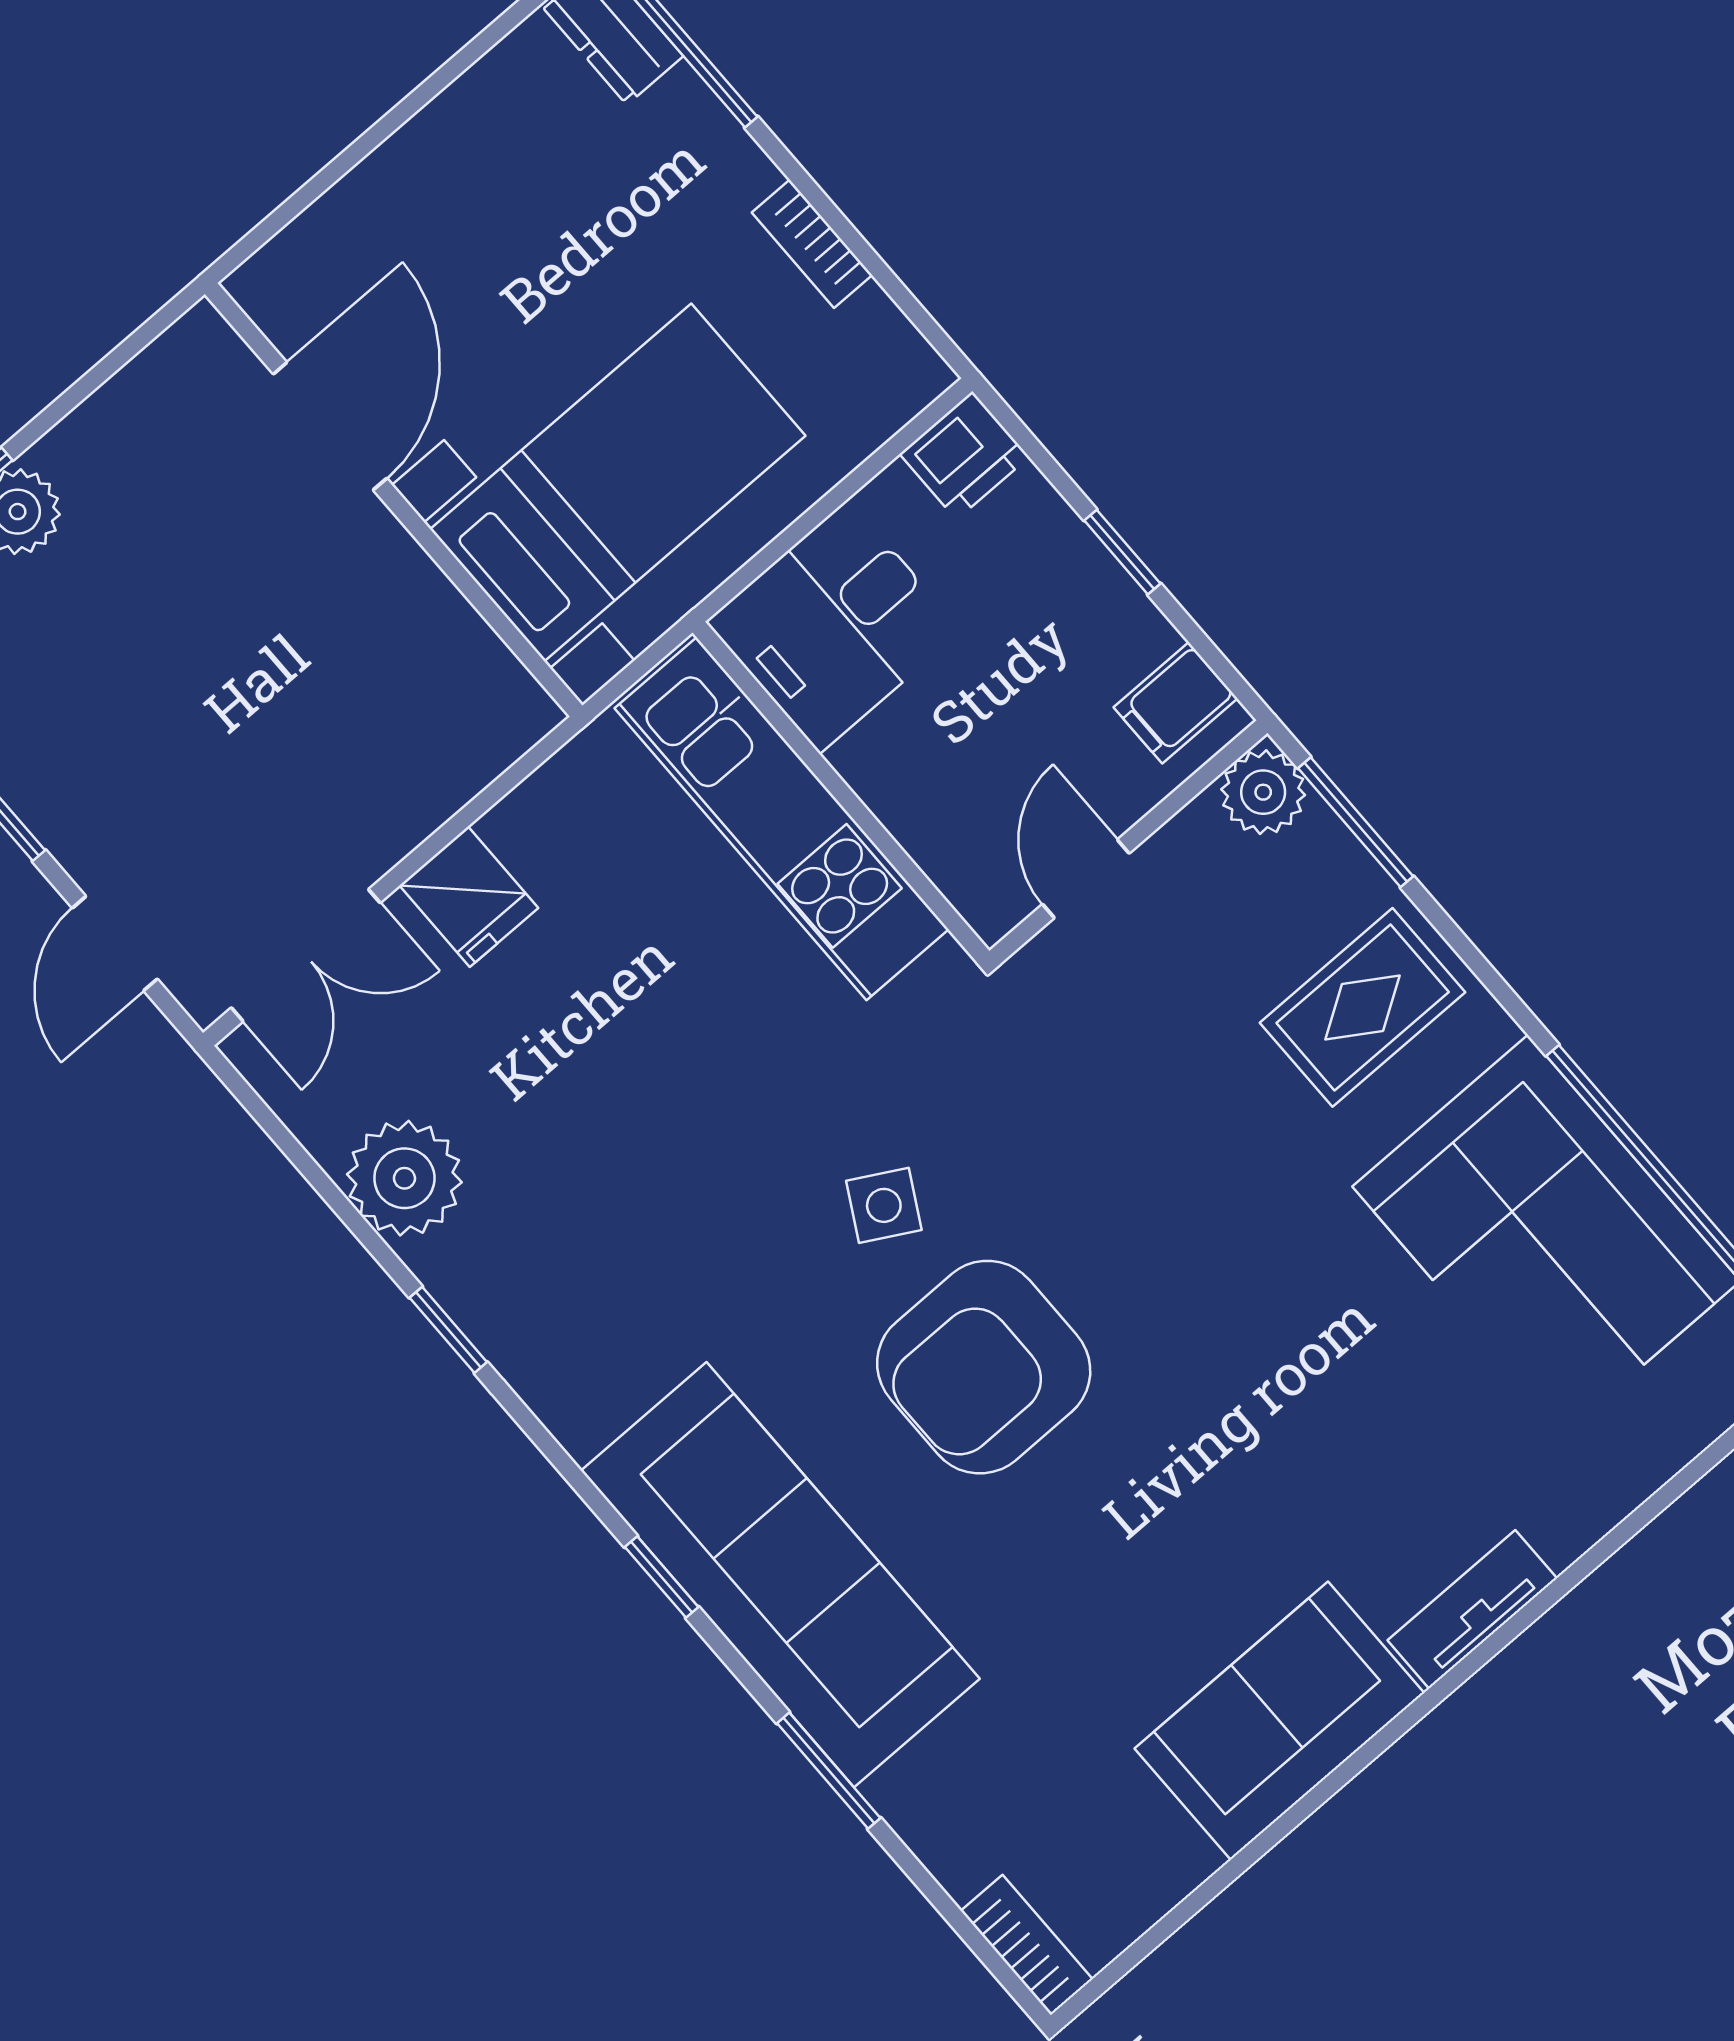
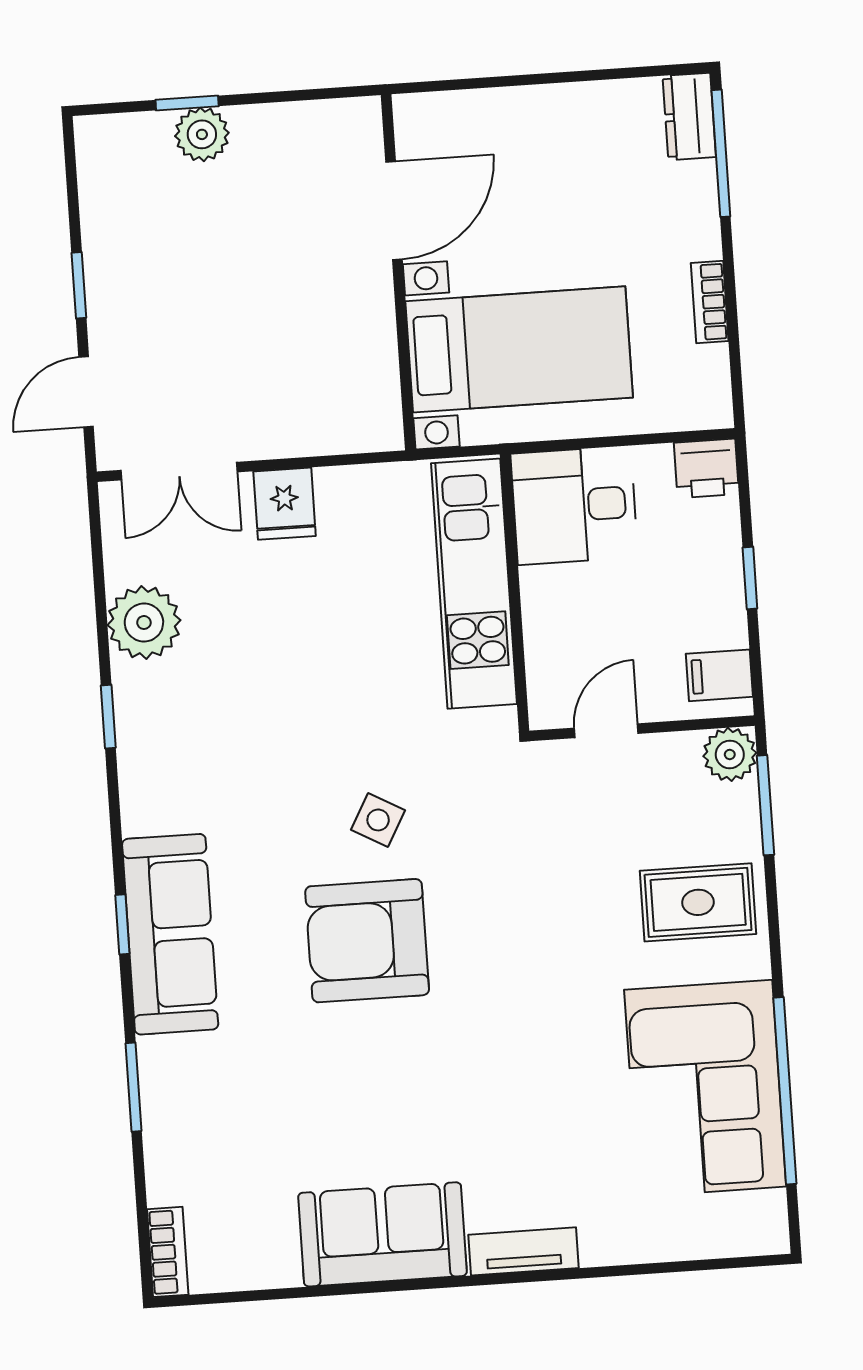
sofa: (780, 1575) -> (170, 934), width x0.74, depth x0.79

